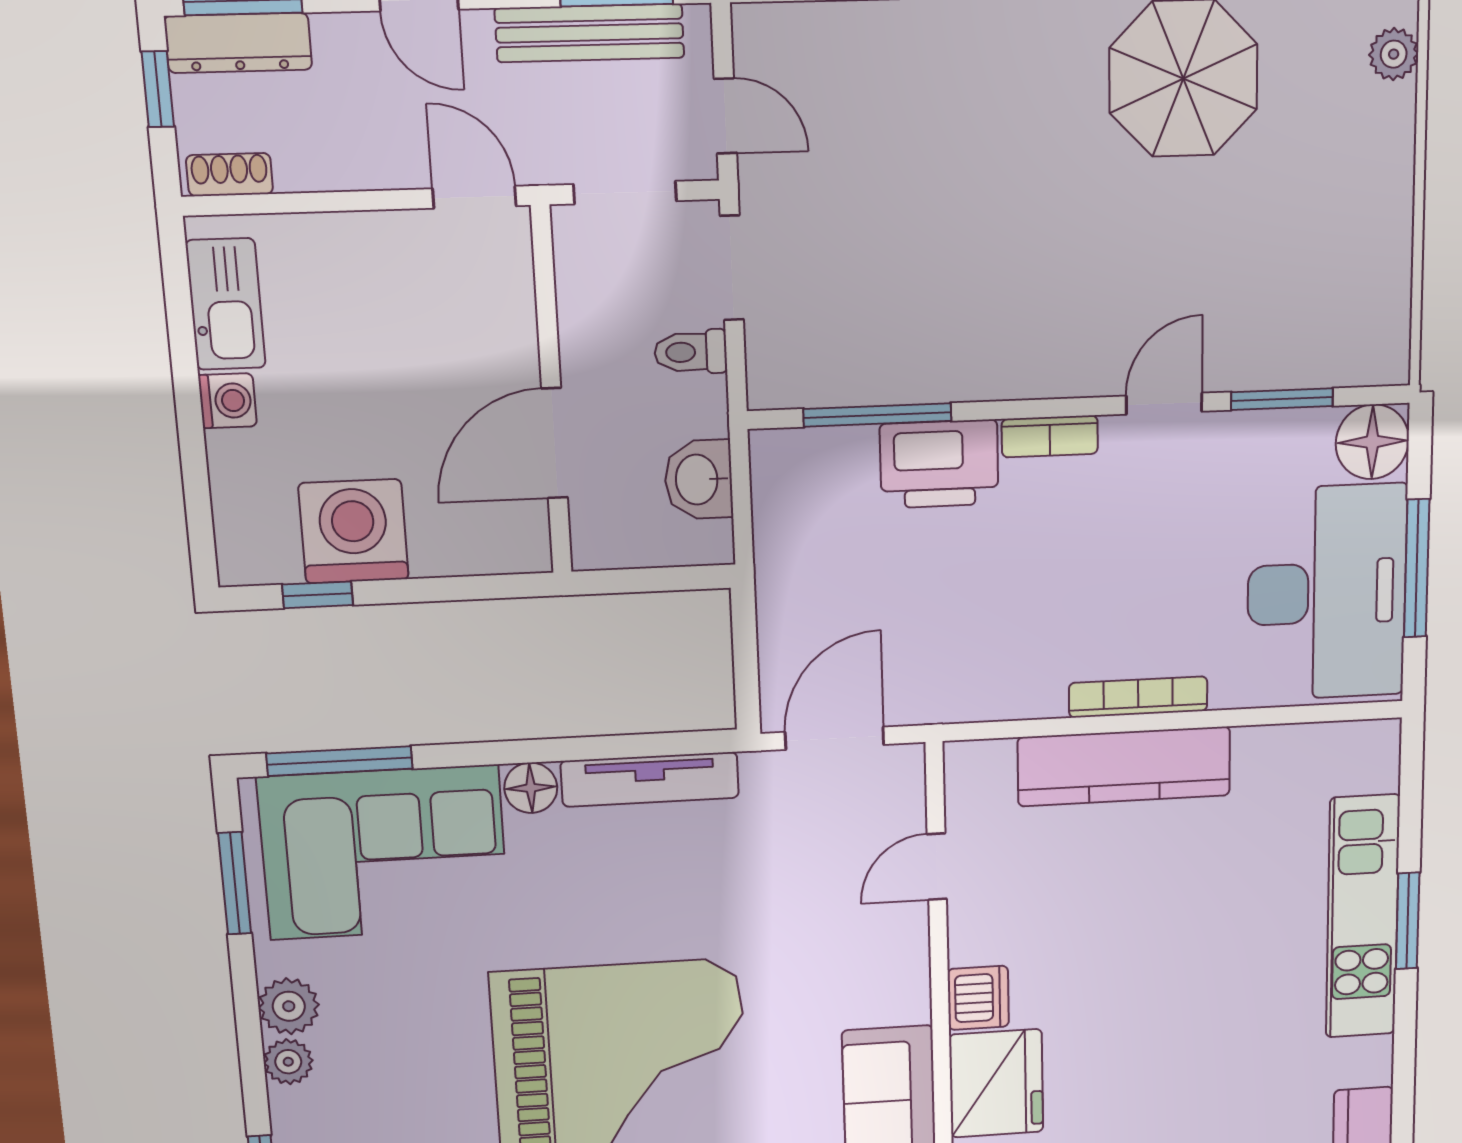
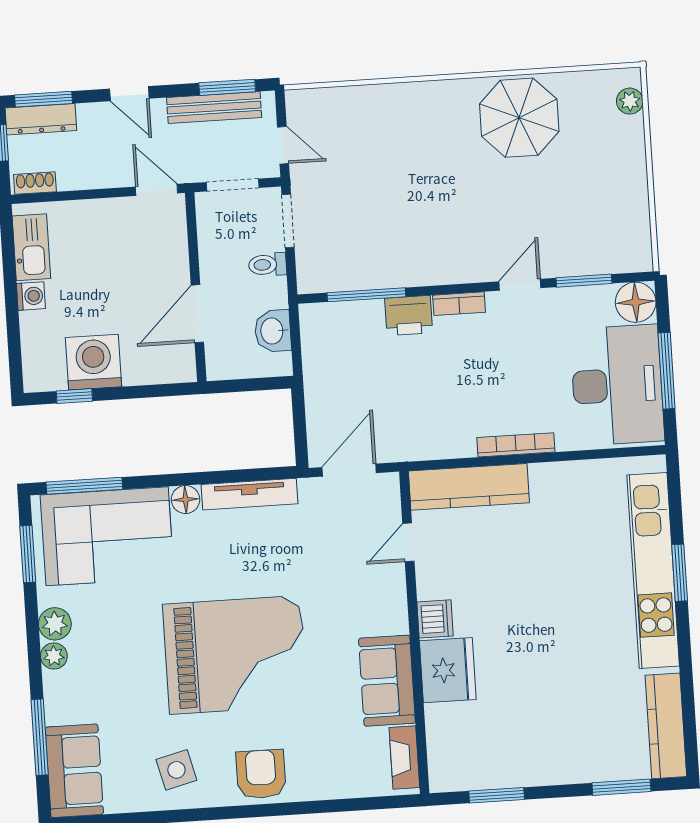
printer: (939, 464) -> (409, 316), width x0.73, depth x0.84
kitchen counter: (1124, 766) -> (469, 487), moved
kitchen unit: (1363, 917) -> (653, 570), width x1.36

